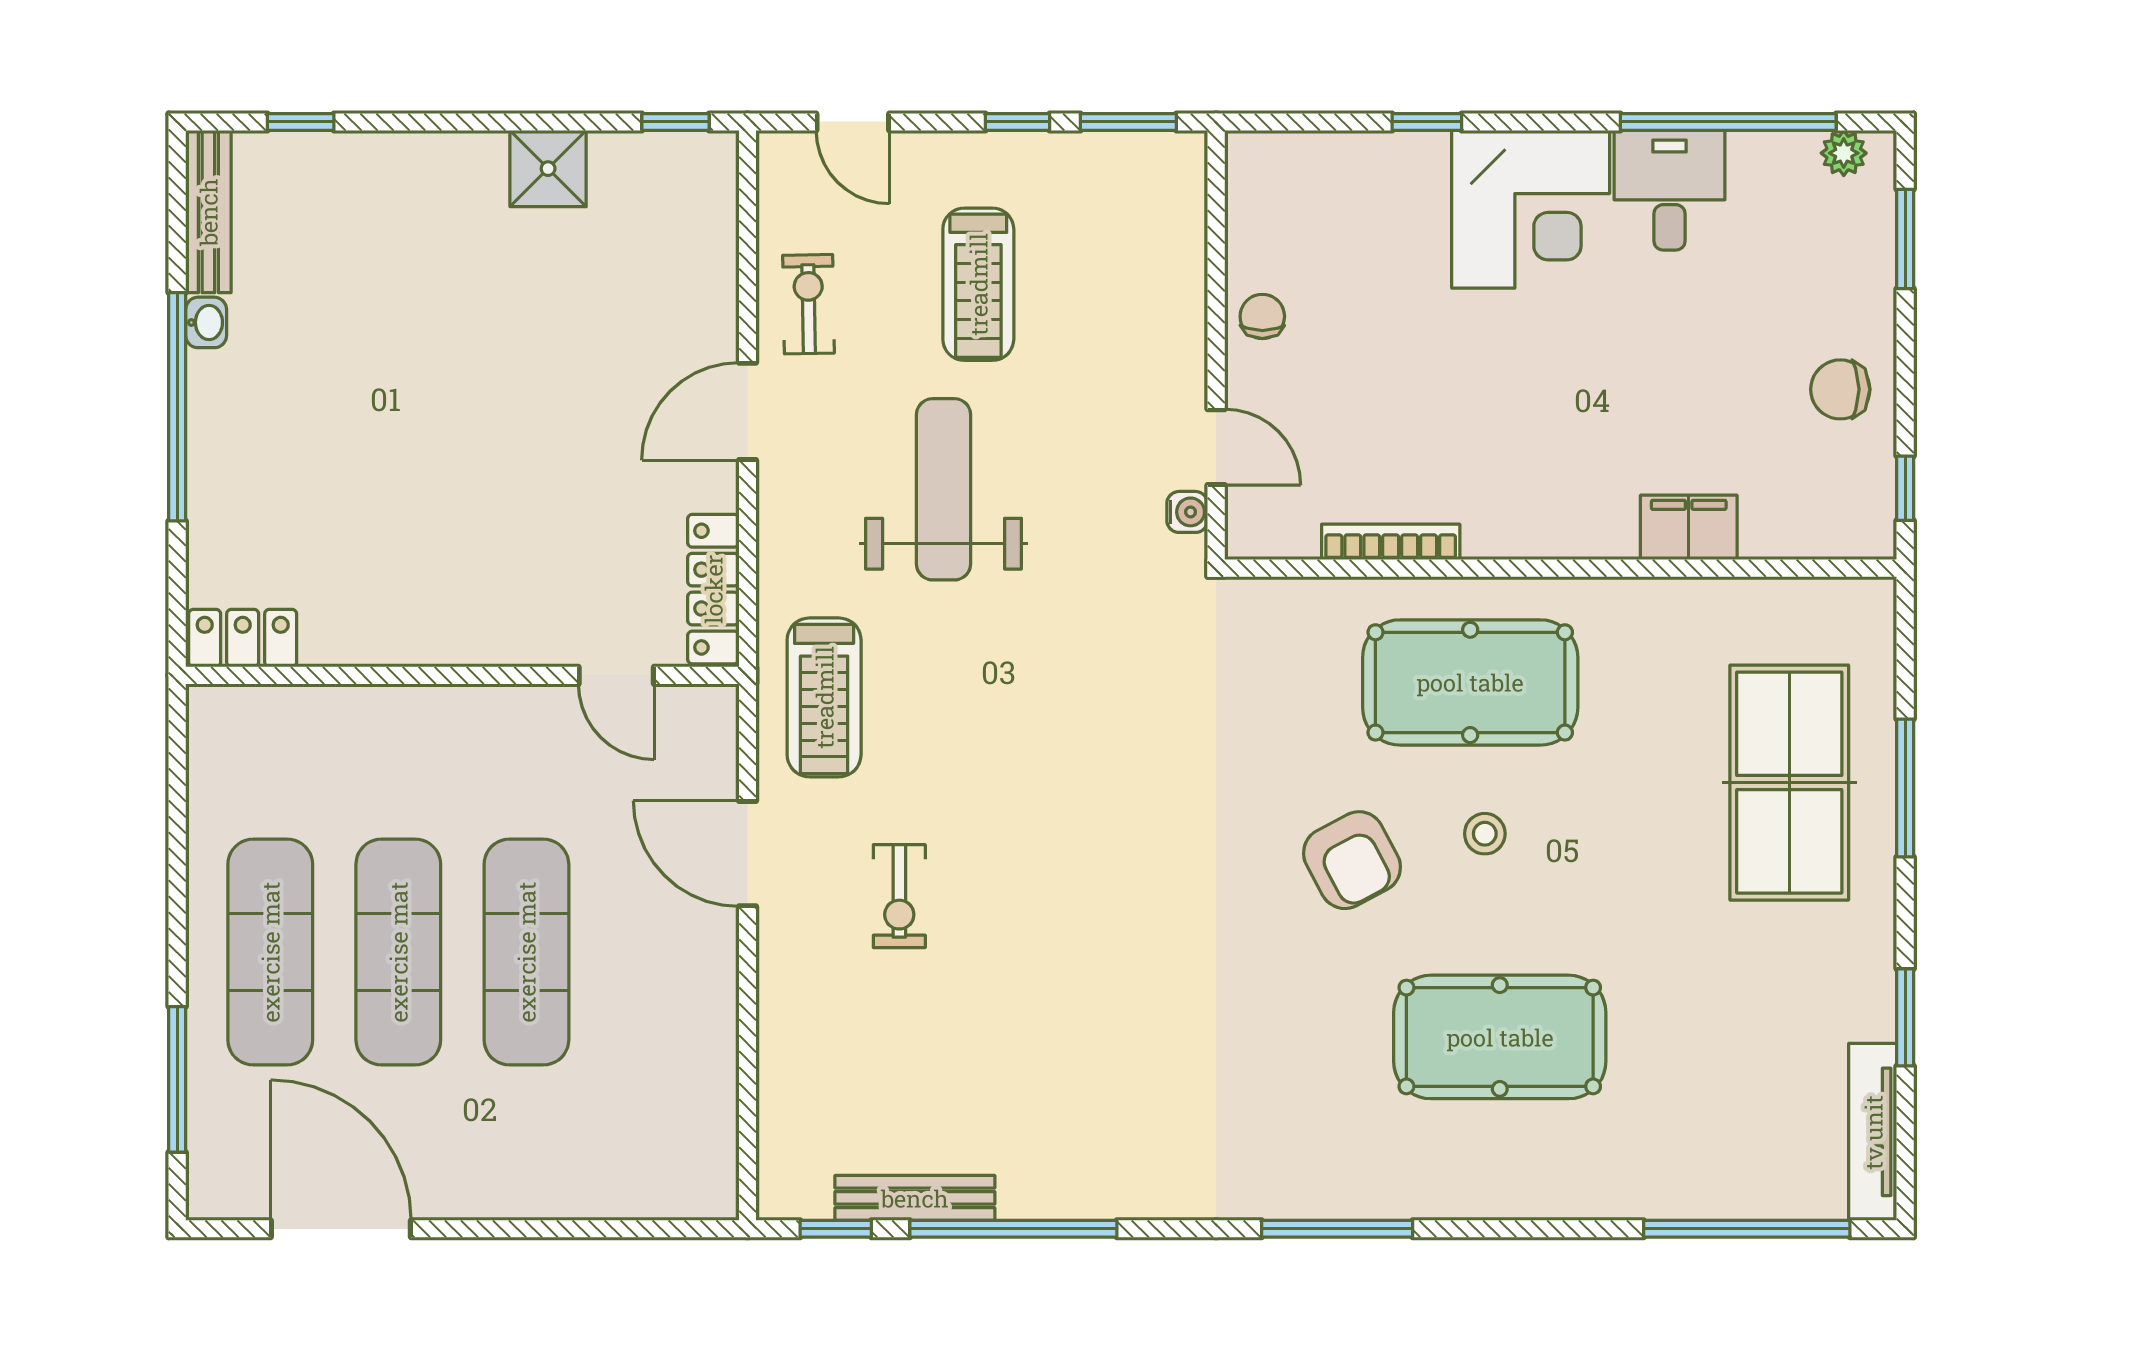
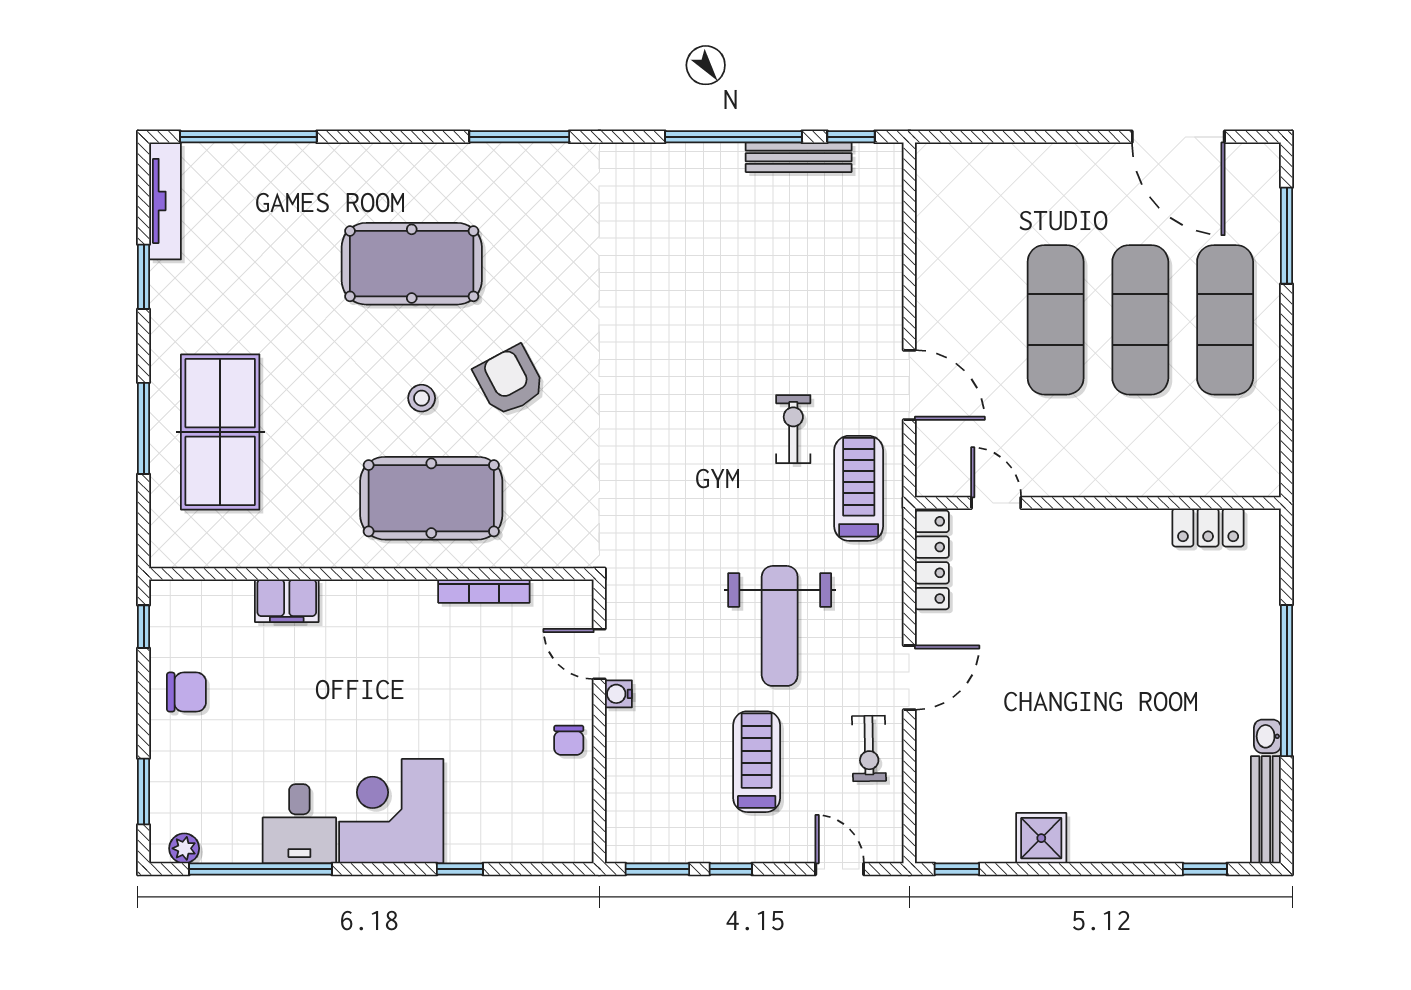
water cooler: (1187, 512) -> (618, 694), moved
locker: (243, 638) -> (1208, 528), moved
exercise bike: (899, 896) -> (793, 429), moved

